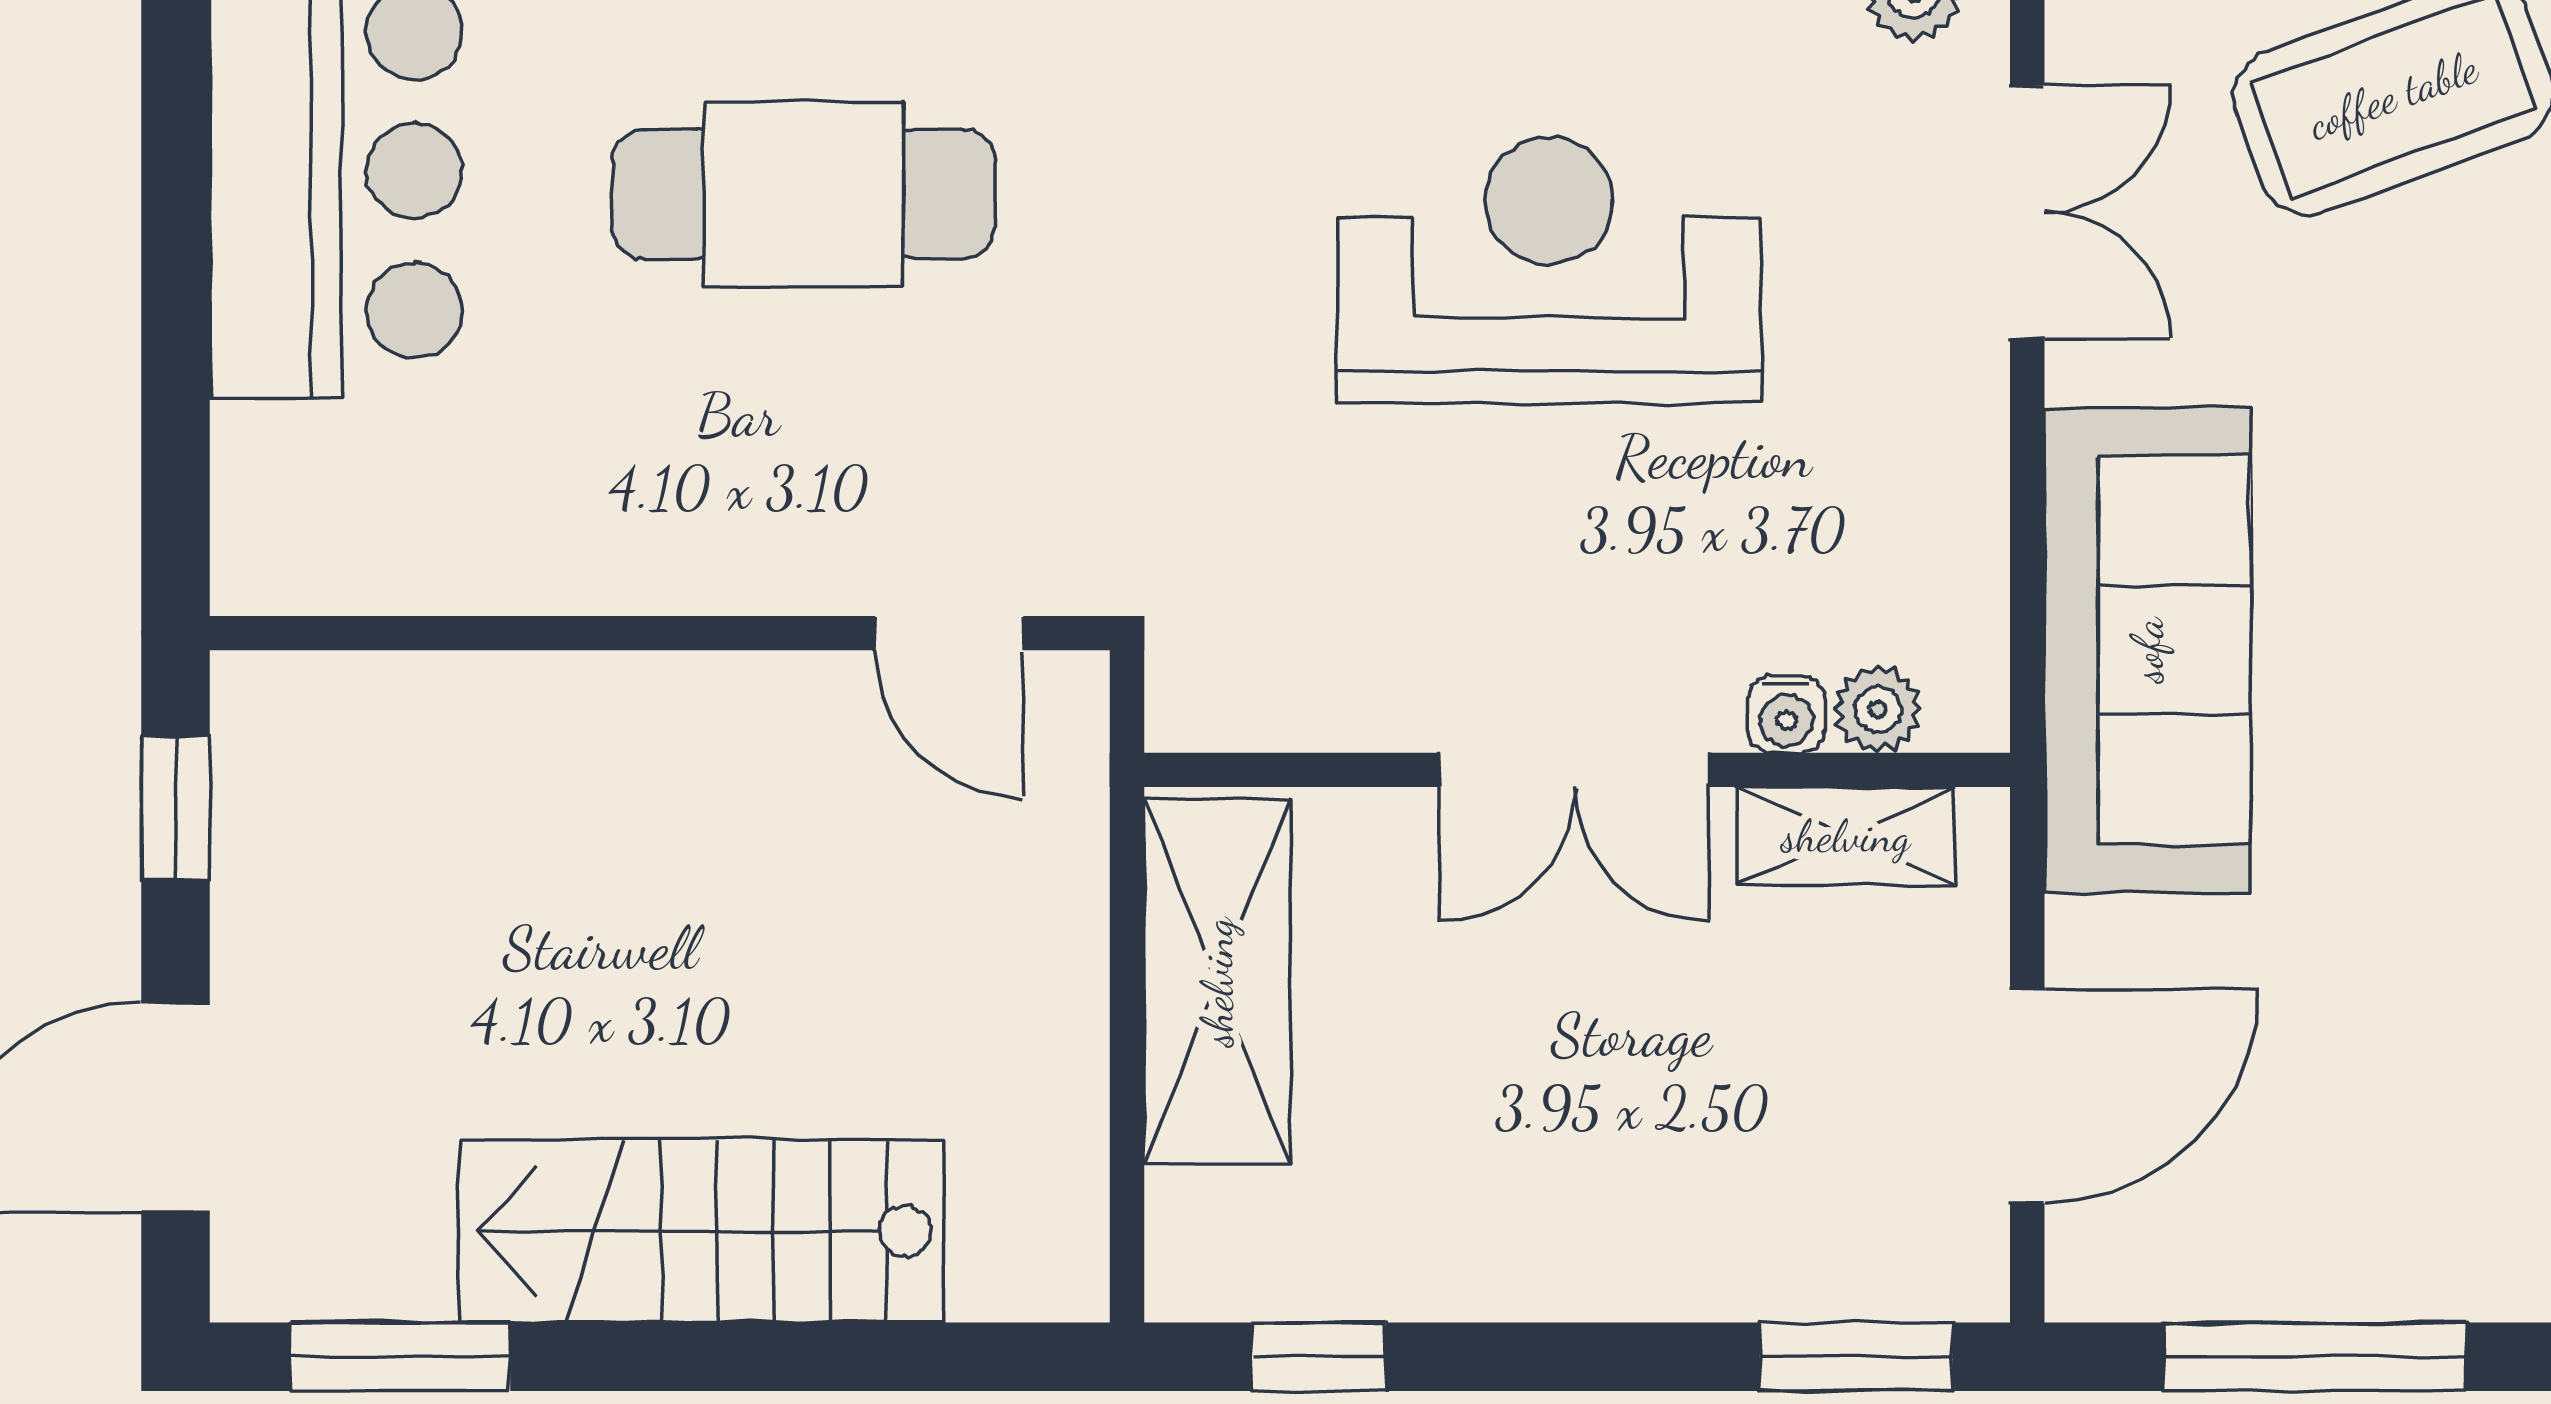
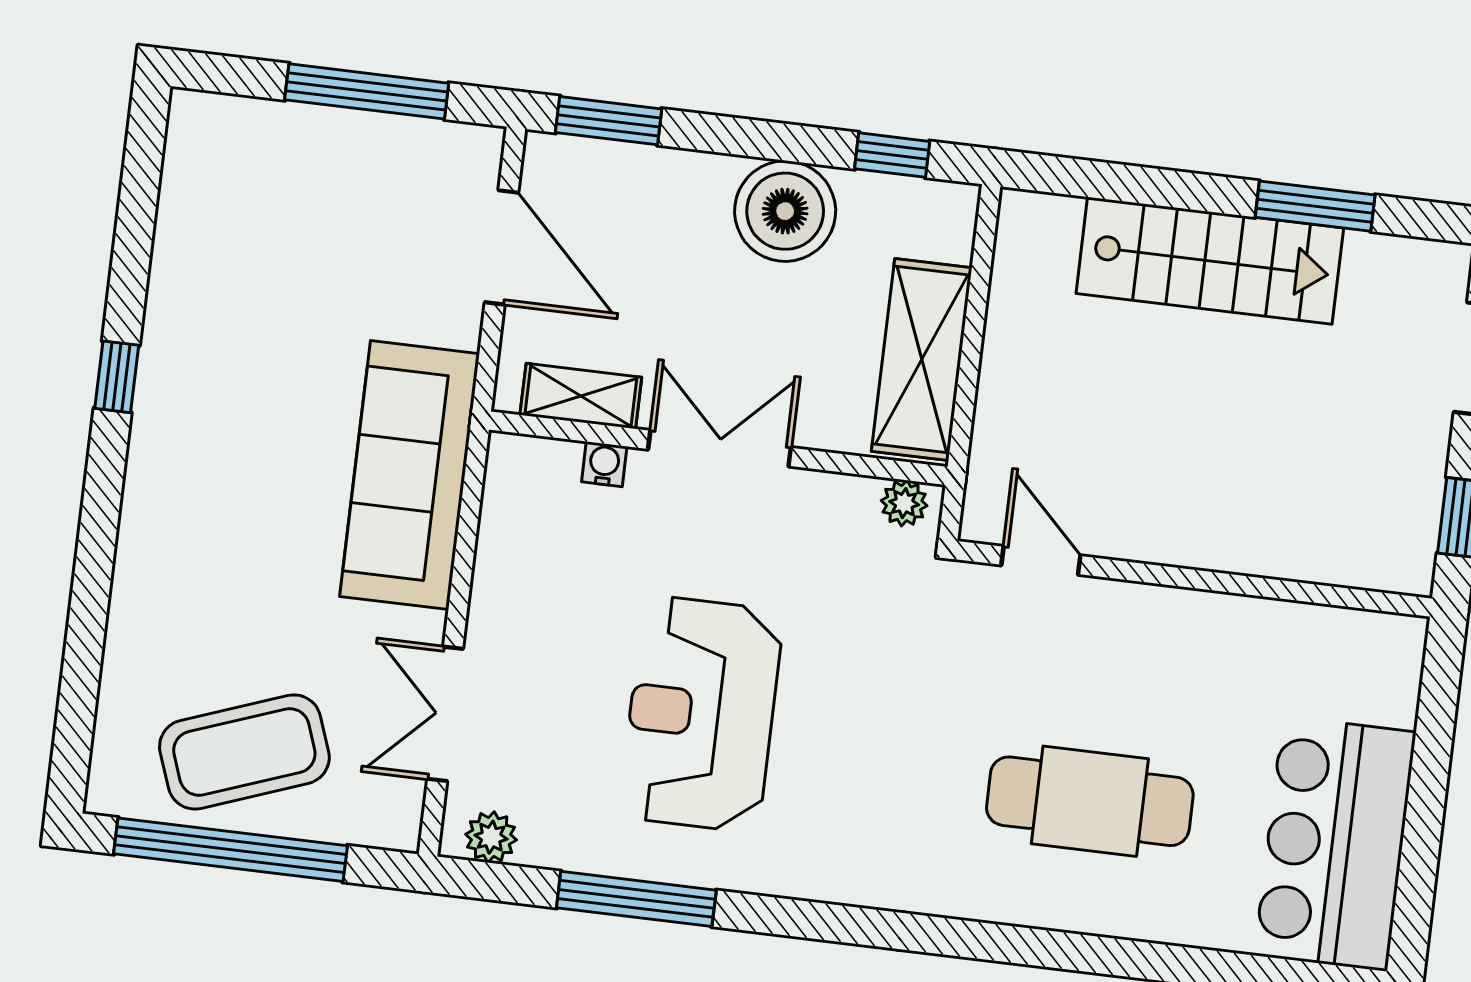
reception desk: (1549, 270) -> (701, 714), turned 90
plant: (1877, 709) -> (904, 503), moved
door: (2027, 1096) -> (502, 247), swing flipped
boiler: (1506, 1228) -> (785, 211), added
window: (400, 1357) -> (1315, 206), moved

